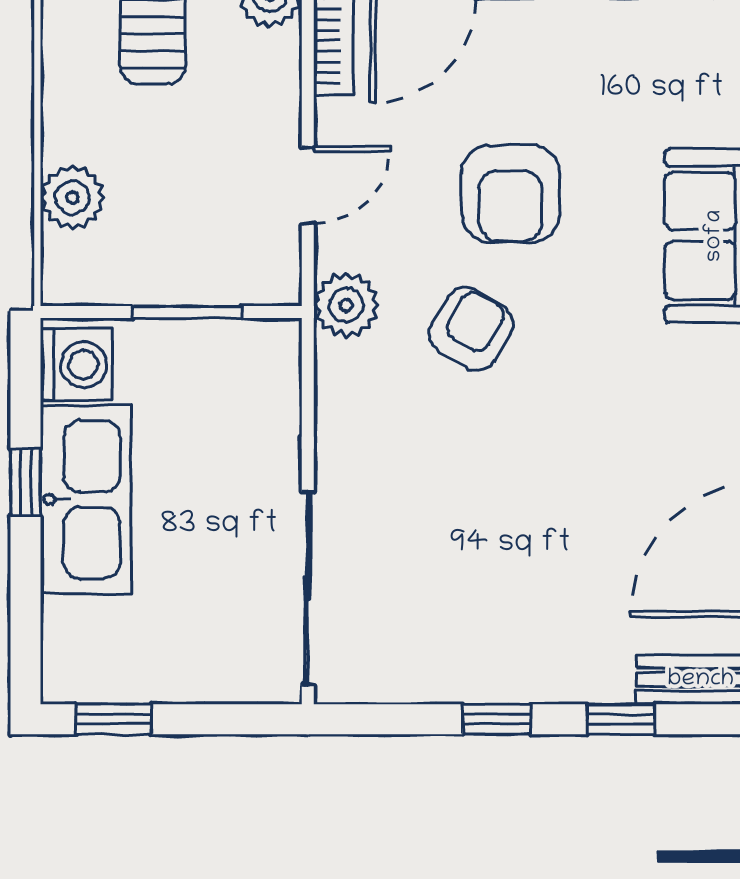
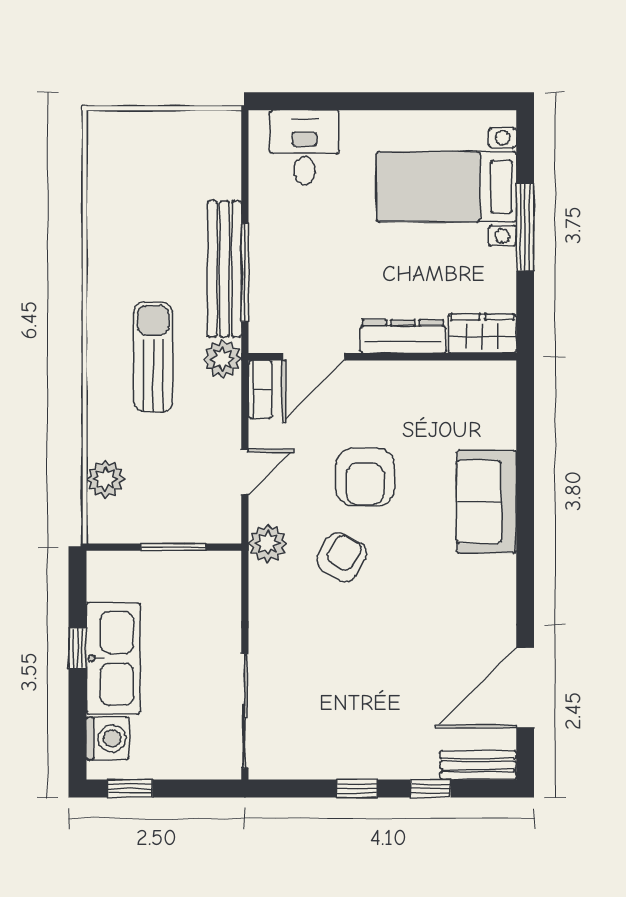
washing machine: (76, 365) -> (108, 738), moved

